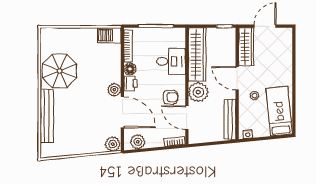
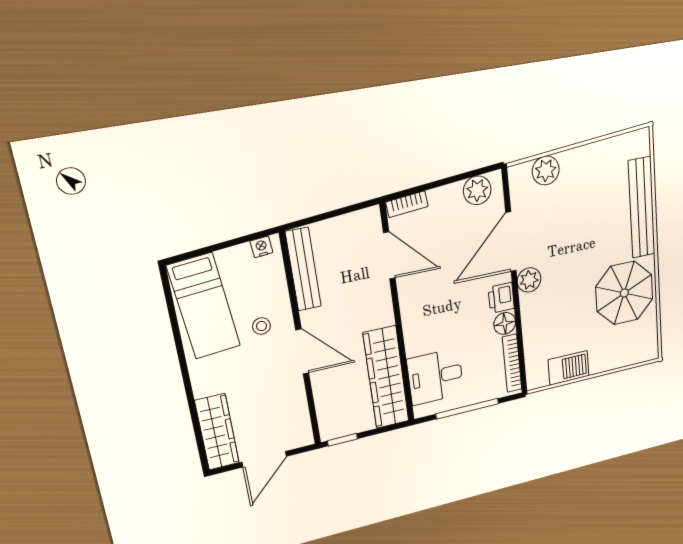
barbecue: (109, 35) -> (569, 368), moved
wardrobe: (246, 47) -> (217, 432), moved, turned 180
desk: (171, 61) -> (435, 377), moved
plant: (198, 92) -> (374, 309), removed
armchair: (170, 97) -> (426, 288), removed
door: (122, 112) -> (511, 242), hinge flipped
plant: (113, 144) -> (546, 170), moved

